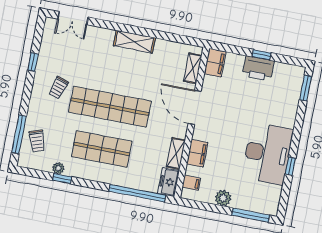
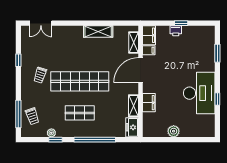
shelving: (134, 42) -> (98, 31), moved
printer: (258, 68) -> (176, 31), width x0.53, depth x0.68
window: (306, 88) -> (217, 53), moved
door: (195, 107) -> (141, 70), hinge flipped
shop shelf: (102, 149) -> (80, 113), width x0.70, depth x0.74
filing cabinet: (191, 183) -> (149, 50), moved
window: (137, 193) -> (95, 140), moved
window: (251, 215) -> (196, 140), removed

